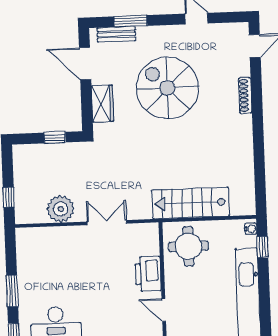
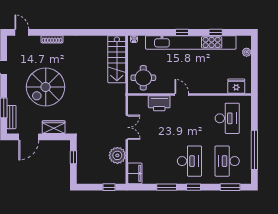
stairs: (190, 203) -> (117, 59), moved
double door: (107, 223) -> (127, 127), swing flipped
filing cabinet: (33, 239) -> (135, 173), added
window: (263, 247) -> (182, 32), moved
door: (164, 310) -> (182, 94), swing flipped

